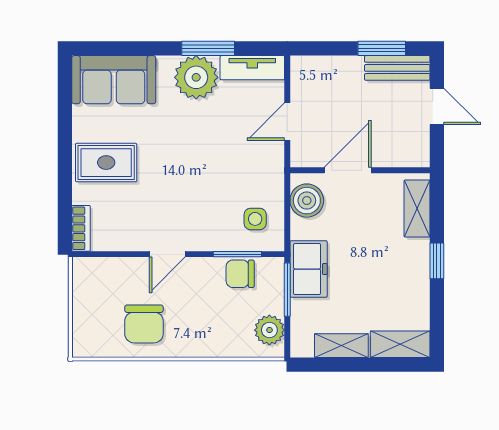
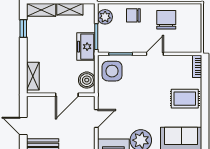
side table: (255, 219) -> (112, 71), width x1.87, depth x1.87
window: (437, 261) -> (23, 29), moved
chair: (240, 274) -> (133, 15), moved, turned 180

